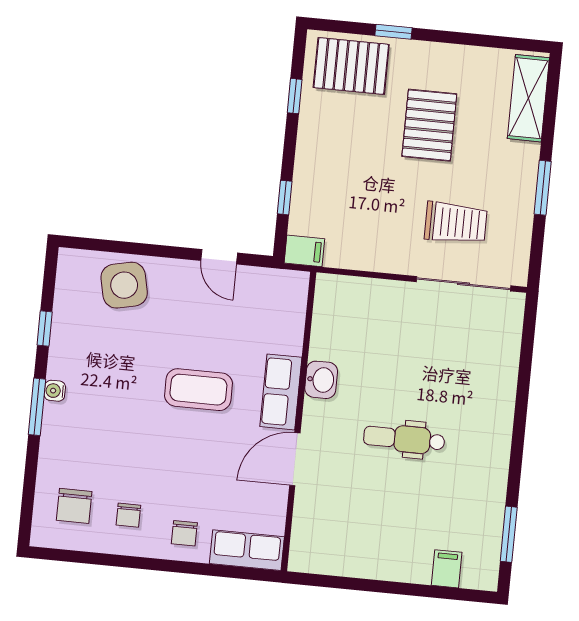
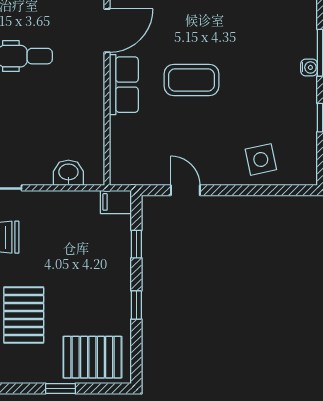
window: (295, 96) -> (136, 305), moved
side table: (124, 285) -> (261, 159), width x0.73, depth x0.73
washbasin: (321, 380) -> (68, 173), moved, turned 90

